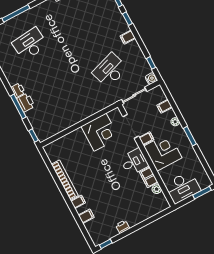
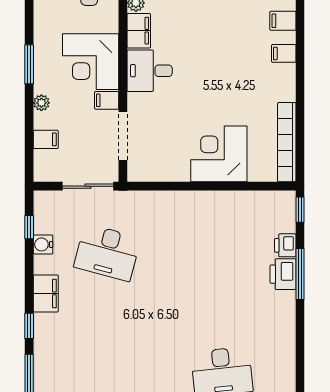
filing cabinet: (128, 37) -> (46, 293), width x2.00
desk: (110, 70) -> (107, 252), turned 33
water cooler: (151, 78) -> (43, 244), moved
printer: (18, 90) -> (285, 245), moved
corner desk: (100, 132) -> (219, 154), moved
bookcase: (65, 180) -> (287, 142), moved

